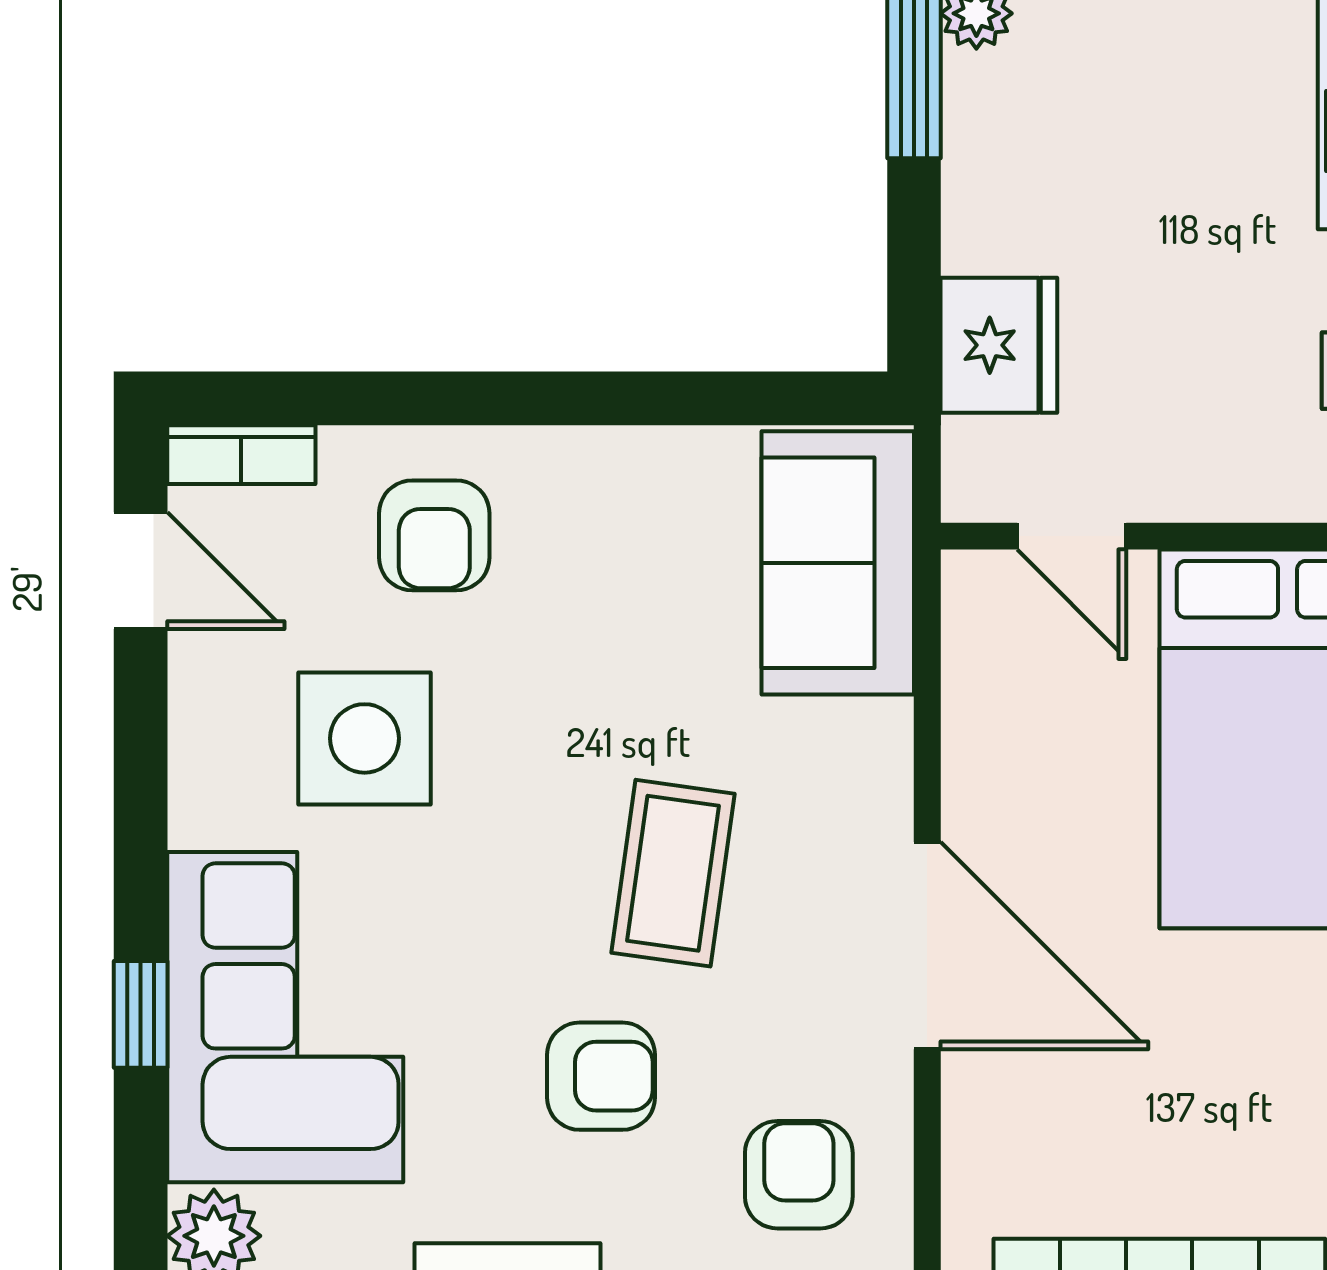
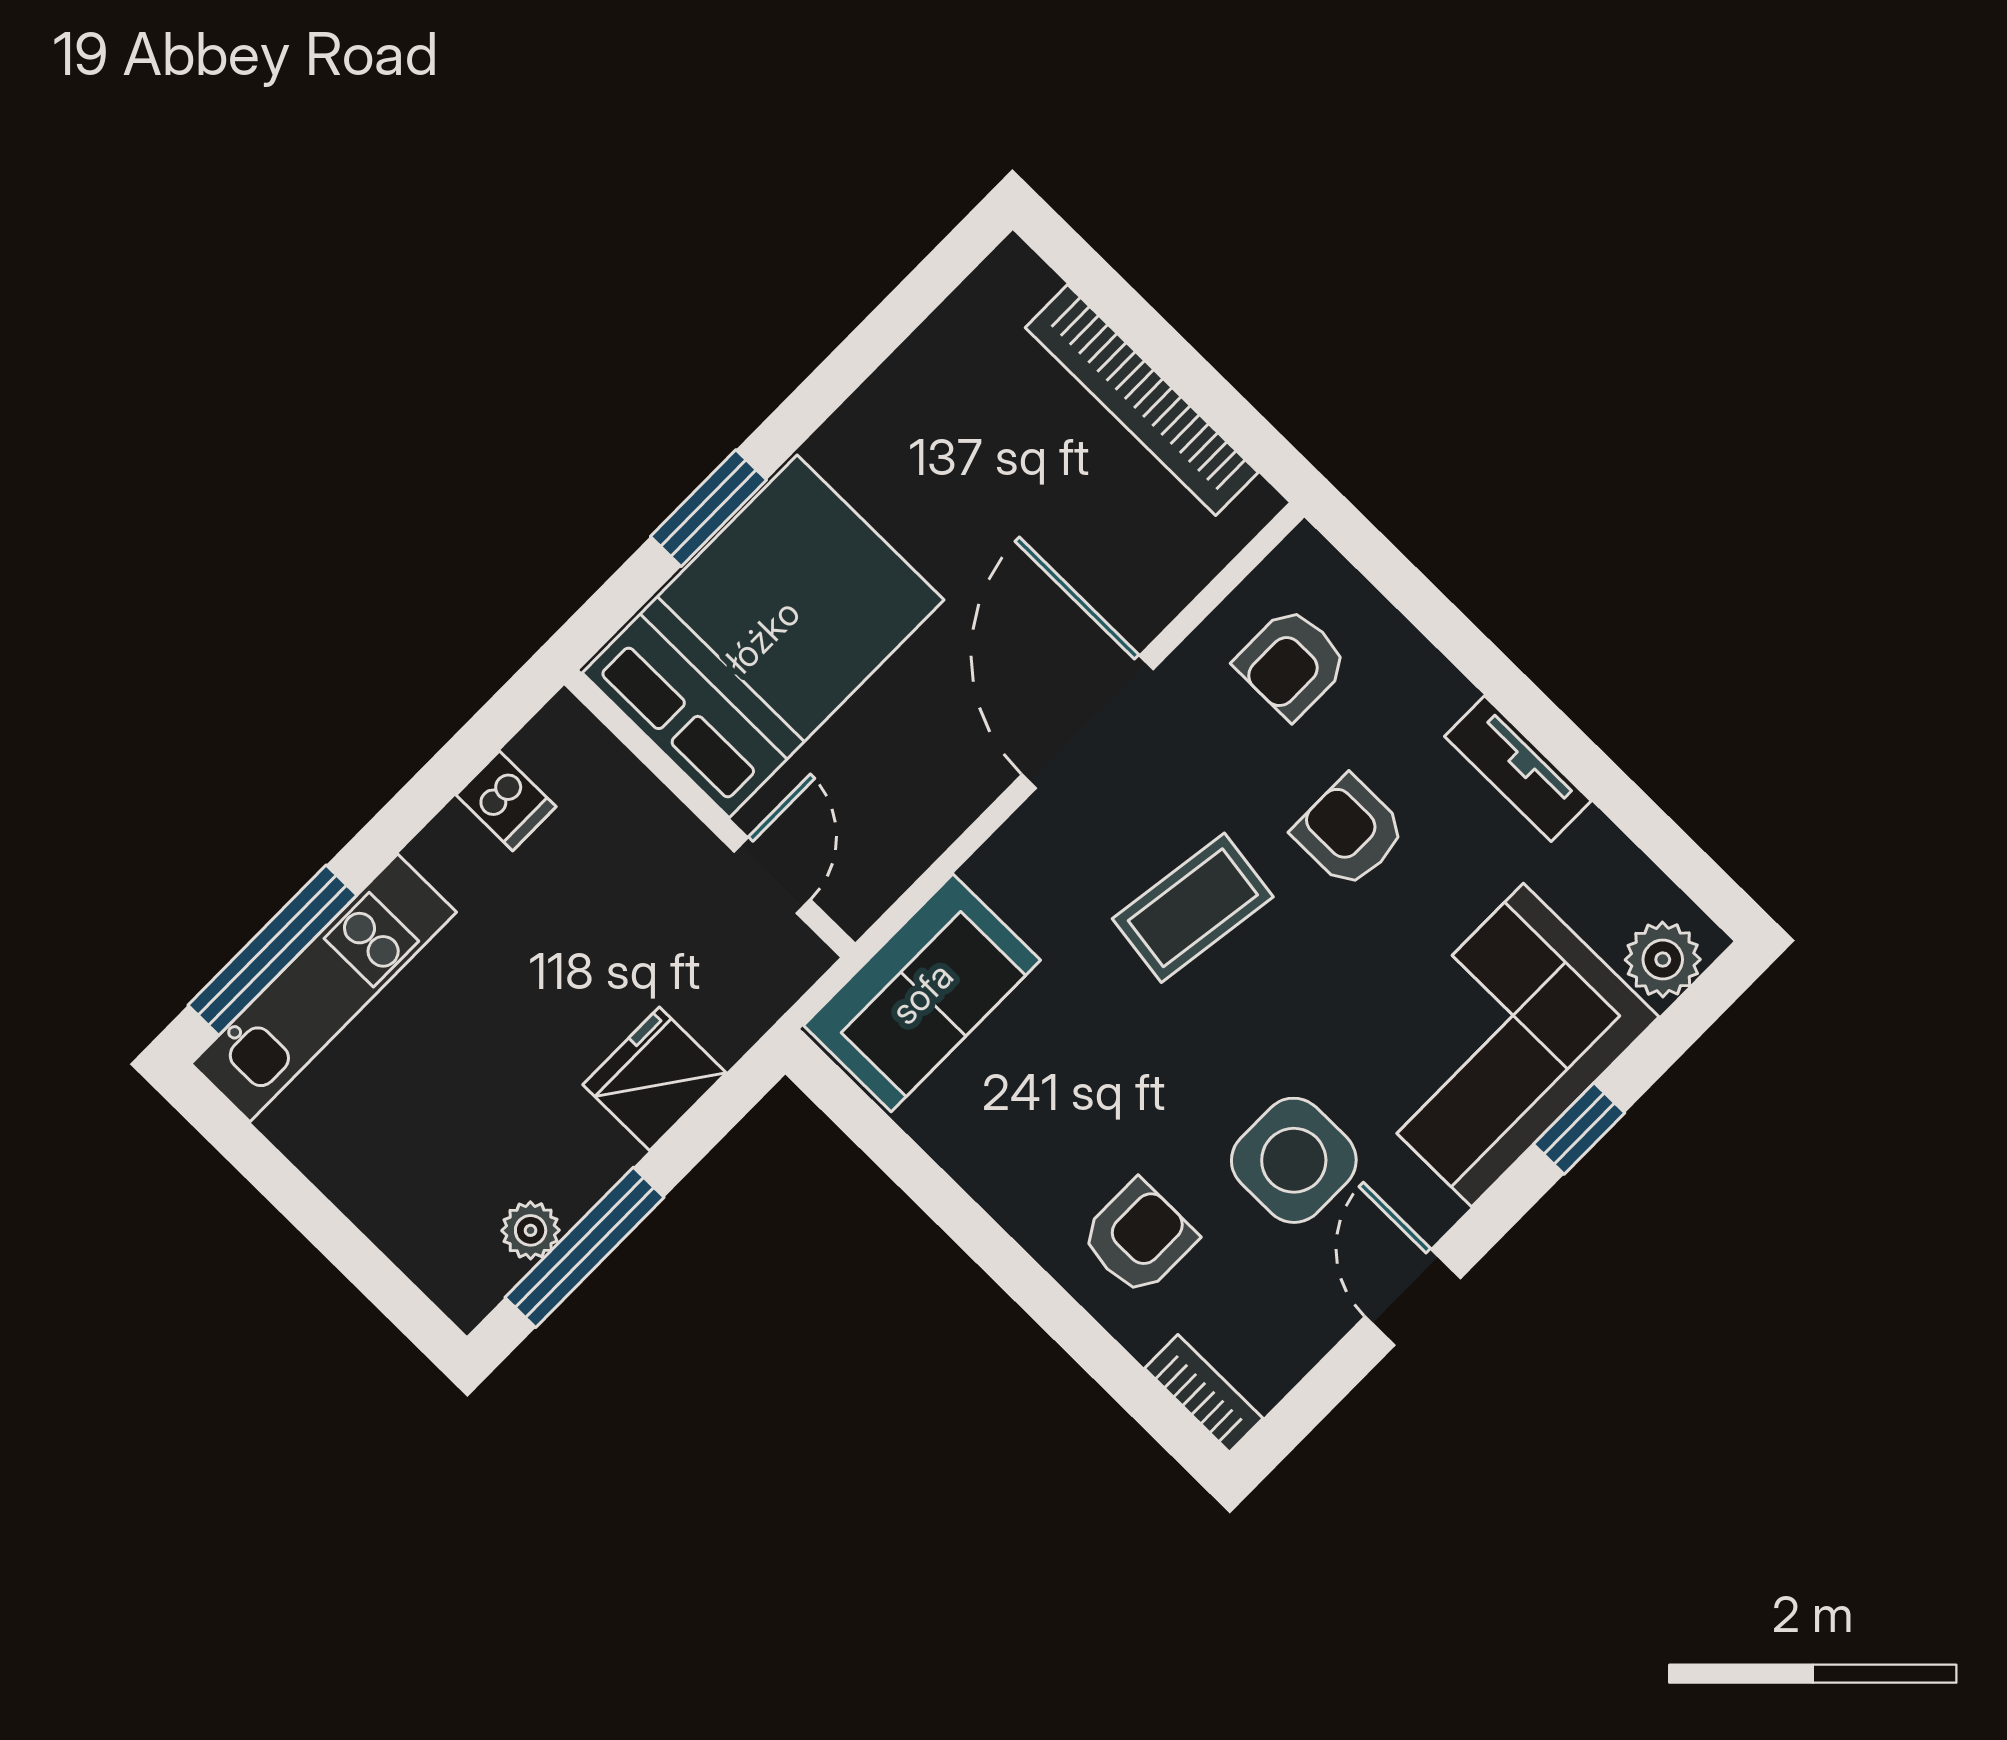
fridge: (999, 345) -> (654, 1079), moved
door: (141, 571) -> (1413, 1297), moved

